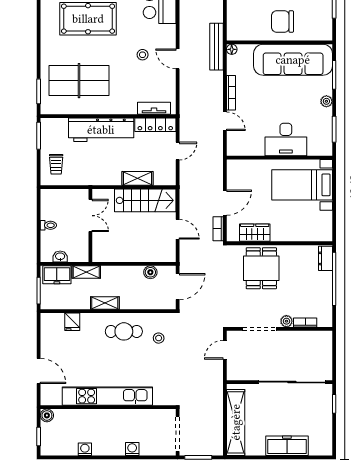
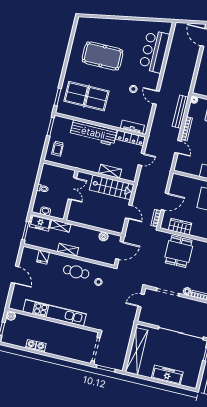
bench: (216, 47) -> (180, 112), moved
door: (39, 371) -> (15, 275), moved
washing machine: (132, 449) -> (41, 347), moved

